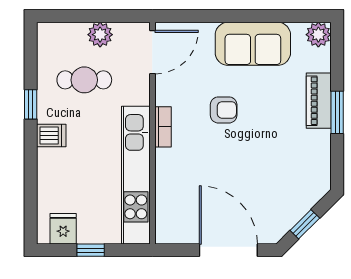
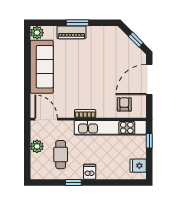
sofa: (253, 44) -> (42, 67), width x1.36
armchair: (224, 110) -> (124, 104), moved
window: (91, 250) -> (149, 141), moved

